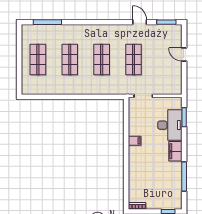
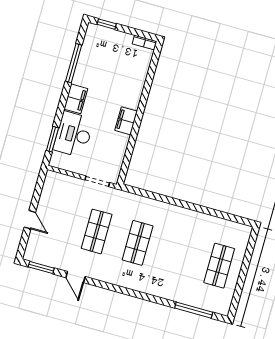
shop shelf: (70, 59) -> (178, 254), removed
filing cabinet: (135, 141) -> (126, 121), width x2.00

